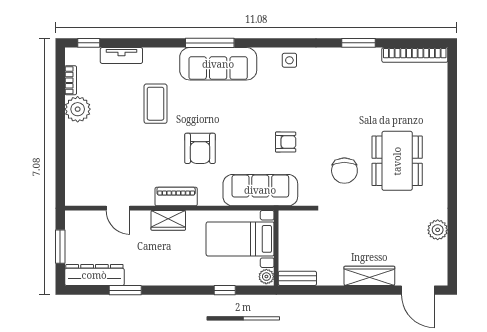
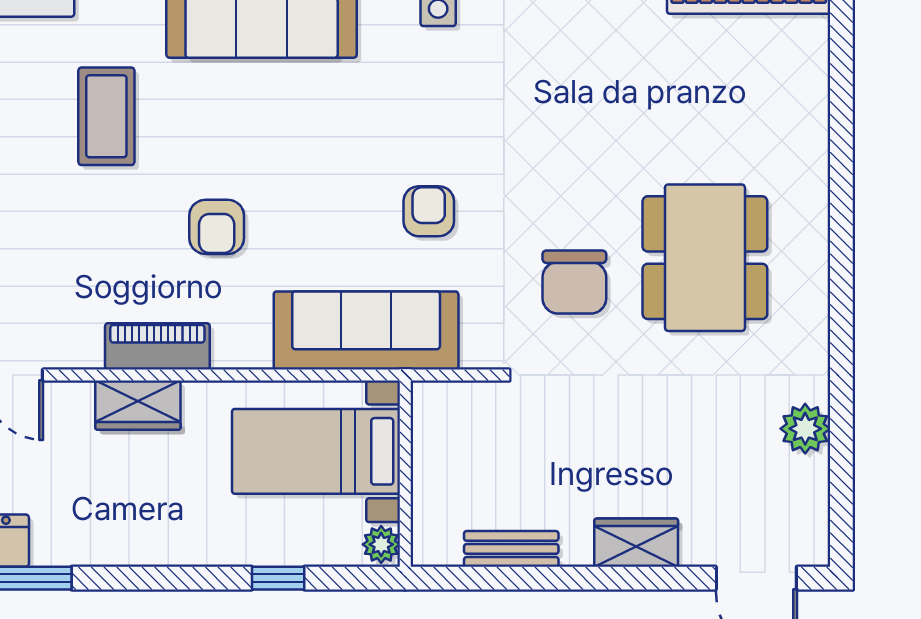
armchair: (286, 142) -> (429, 211), turned -90
armchair: (200, 148) -> (217, 227), width x0.72, depth x0.72
wardrobe: (369, 276) -> (636, 543), width x0.67
bench: (297, 278) -> (511, 549), moved

